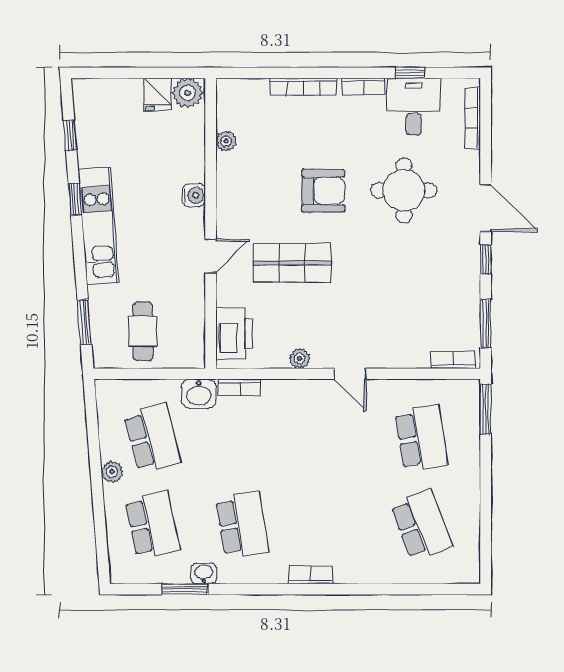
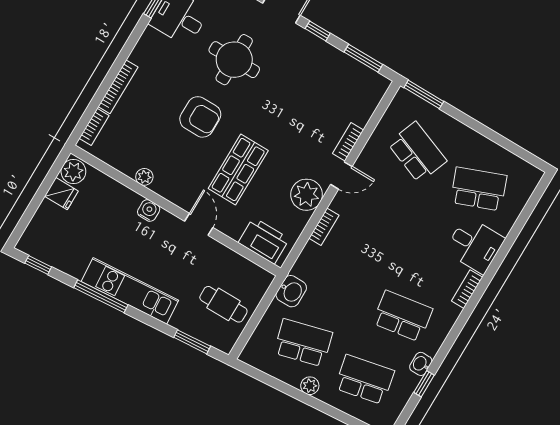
bookcase: (364, 87) -> (94, 127), moved
window: (70, 136) -> (38, 265), moved
plant: (226, 141) -> (144, 177), moved
armchair: (323, 191) -> (200, 117), turned 90
window: (75, 199) -> (101, 296), width x2.17
plant: (300, 358) -> (307, 195), width x1.88, depth x1.88
bookcase: (453, 360) -> (348, 142), moved
bookcase: (240, 388) -> (324, 227), moved
school desk: (422, 438) -> (417, 152), turned 30
desk: (361, 556) -> (475, 245), added
window: (185, 589) -> (424, 384), width x0.67

